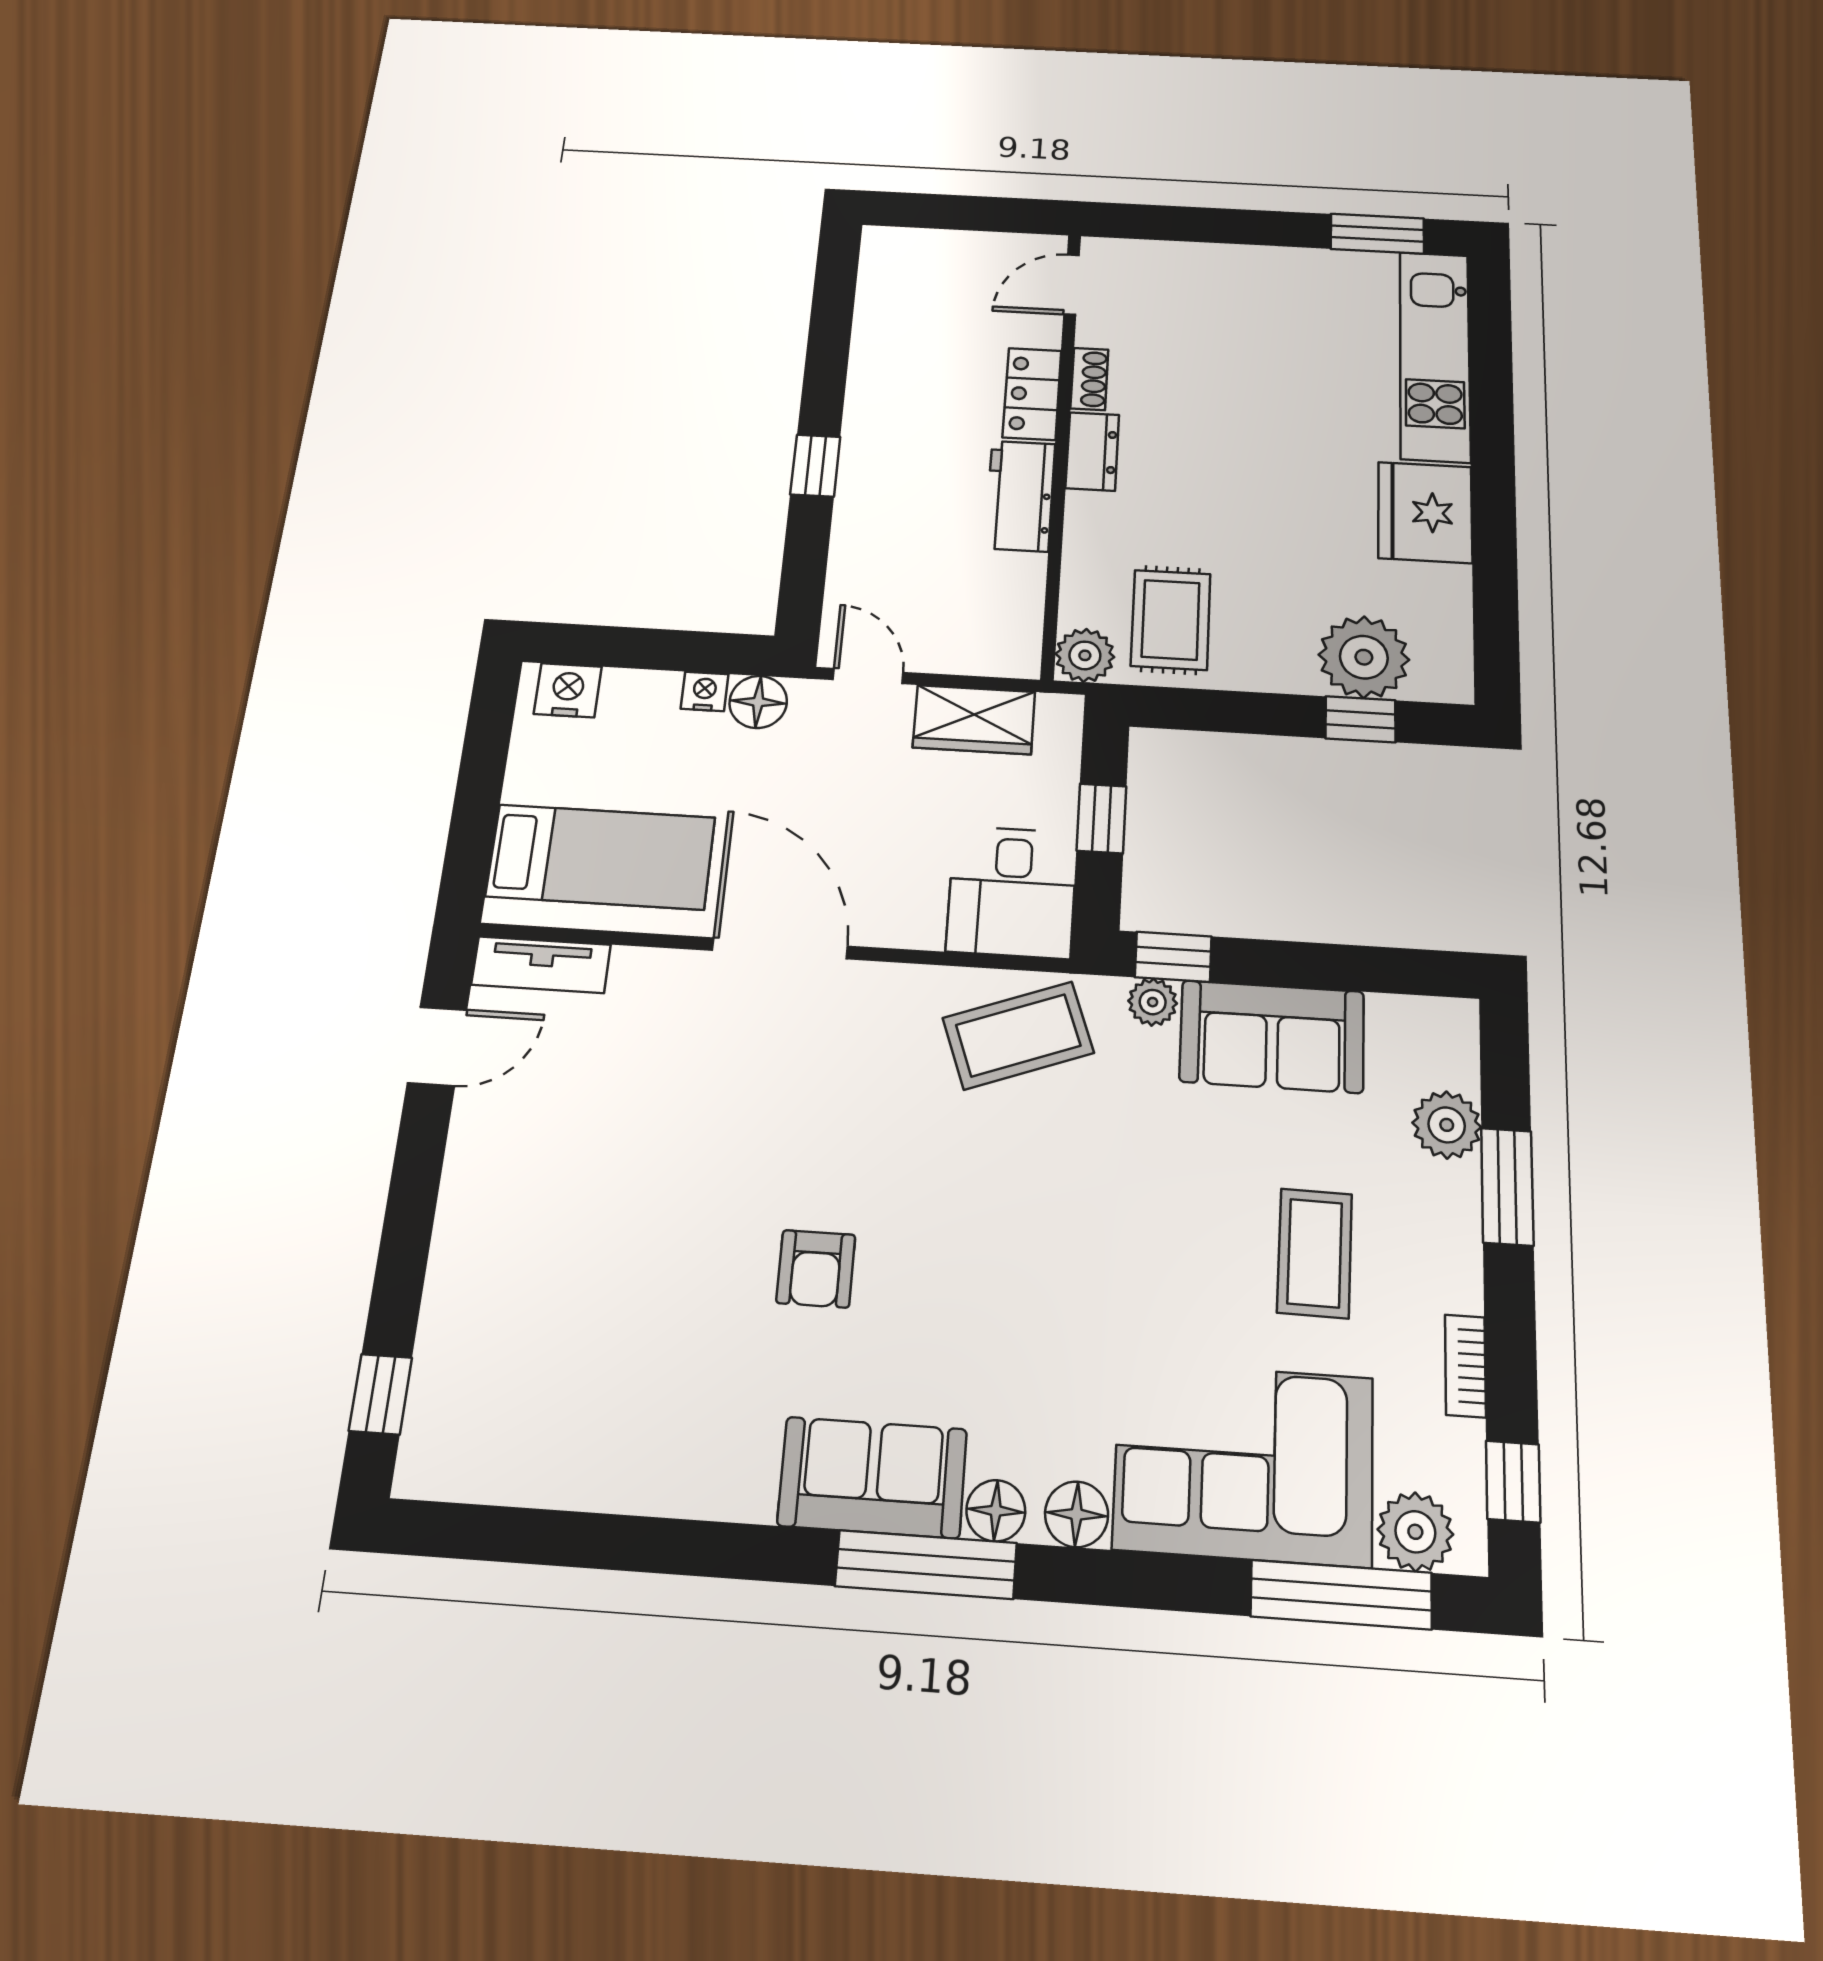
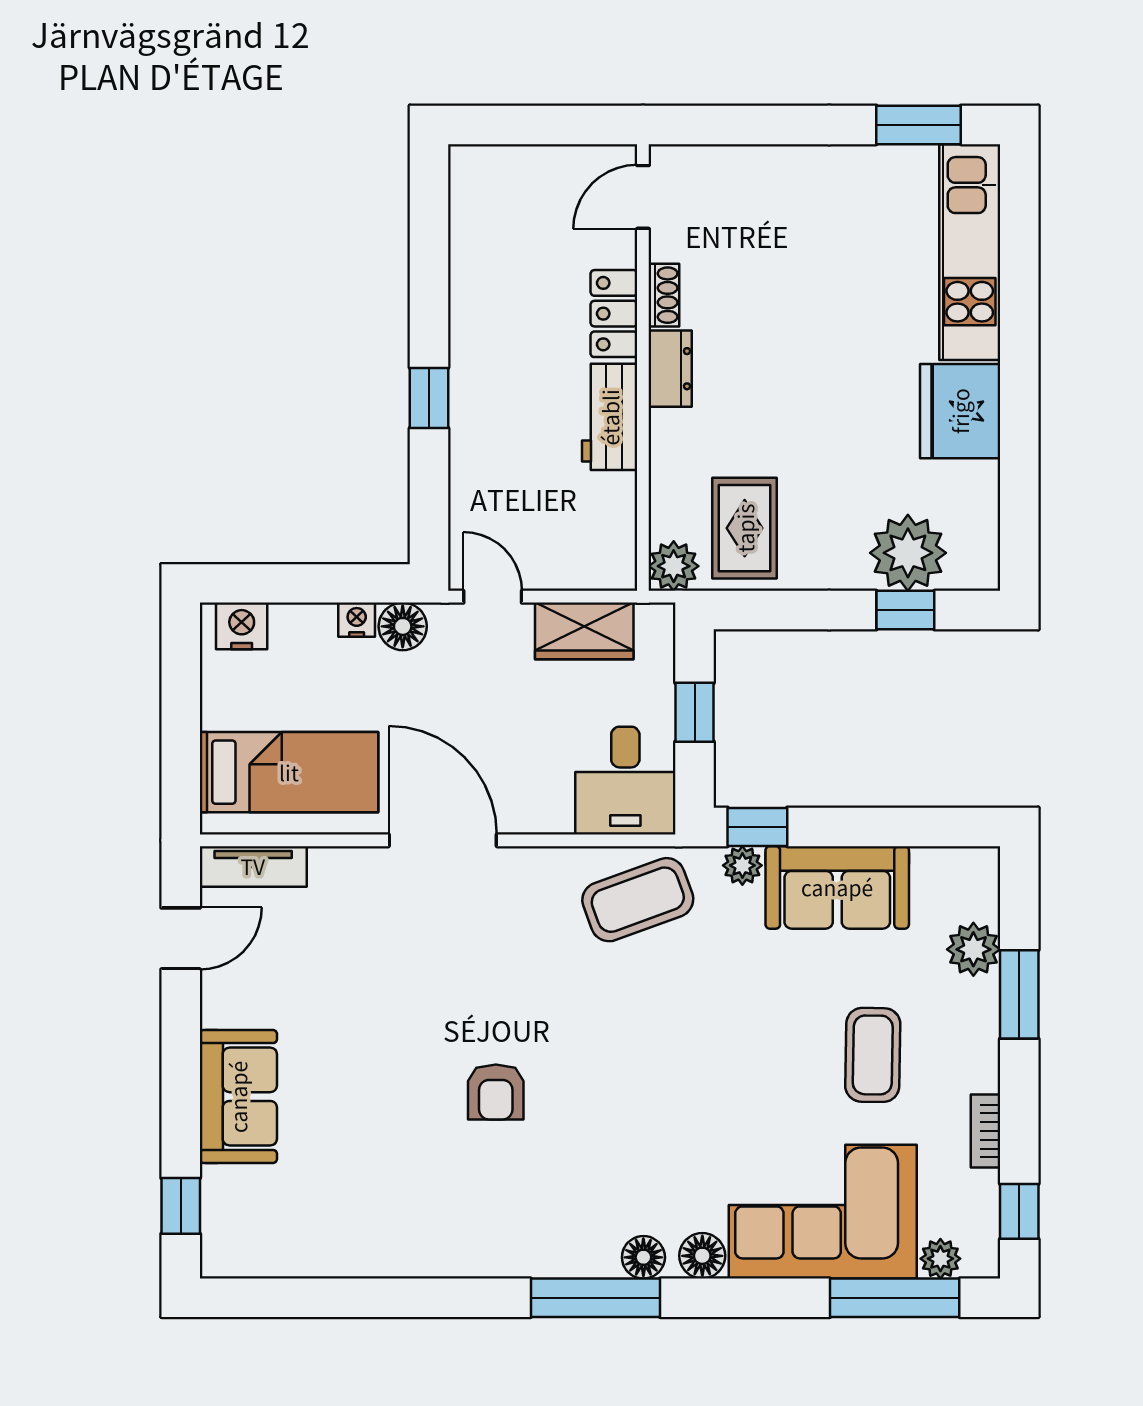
sofa: (872, 1477) -> (238, 1097), moved, turned 90
plant: (1415, 1532) -> (940, 1259), width x0.73, depth x0.73

